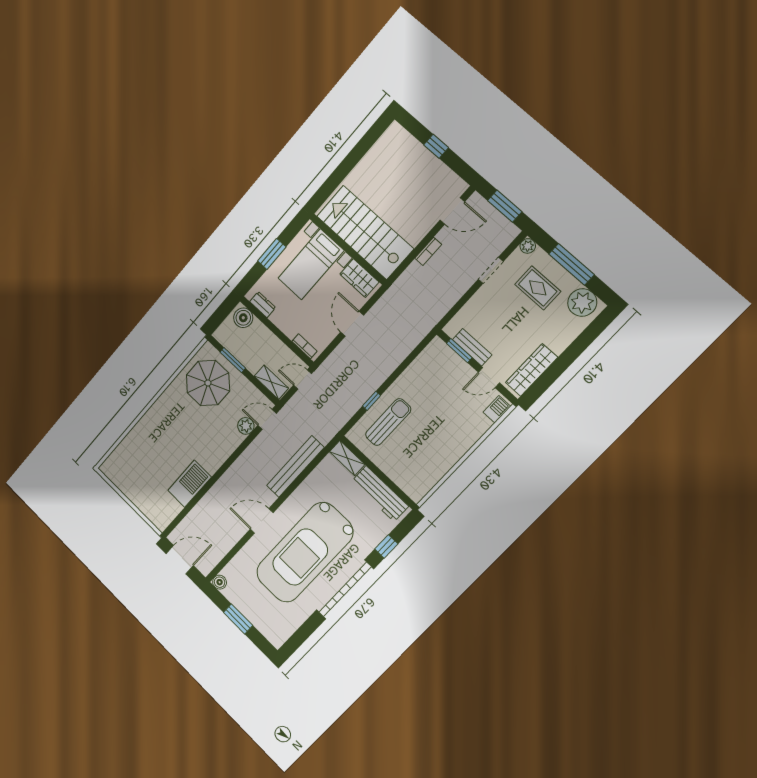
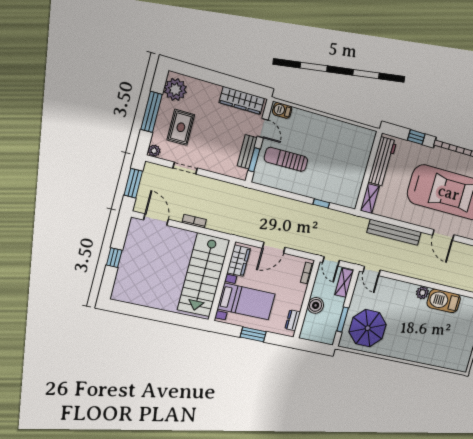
boiler: (243, 318) -> (316, 305), moved
sun lounger: (388, 422) -> (286, 159), moved
plant: (246, 426) -> (422, 293), moved

